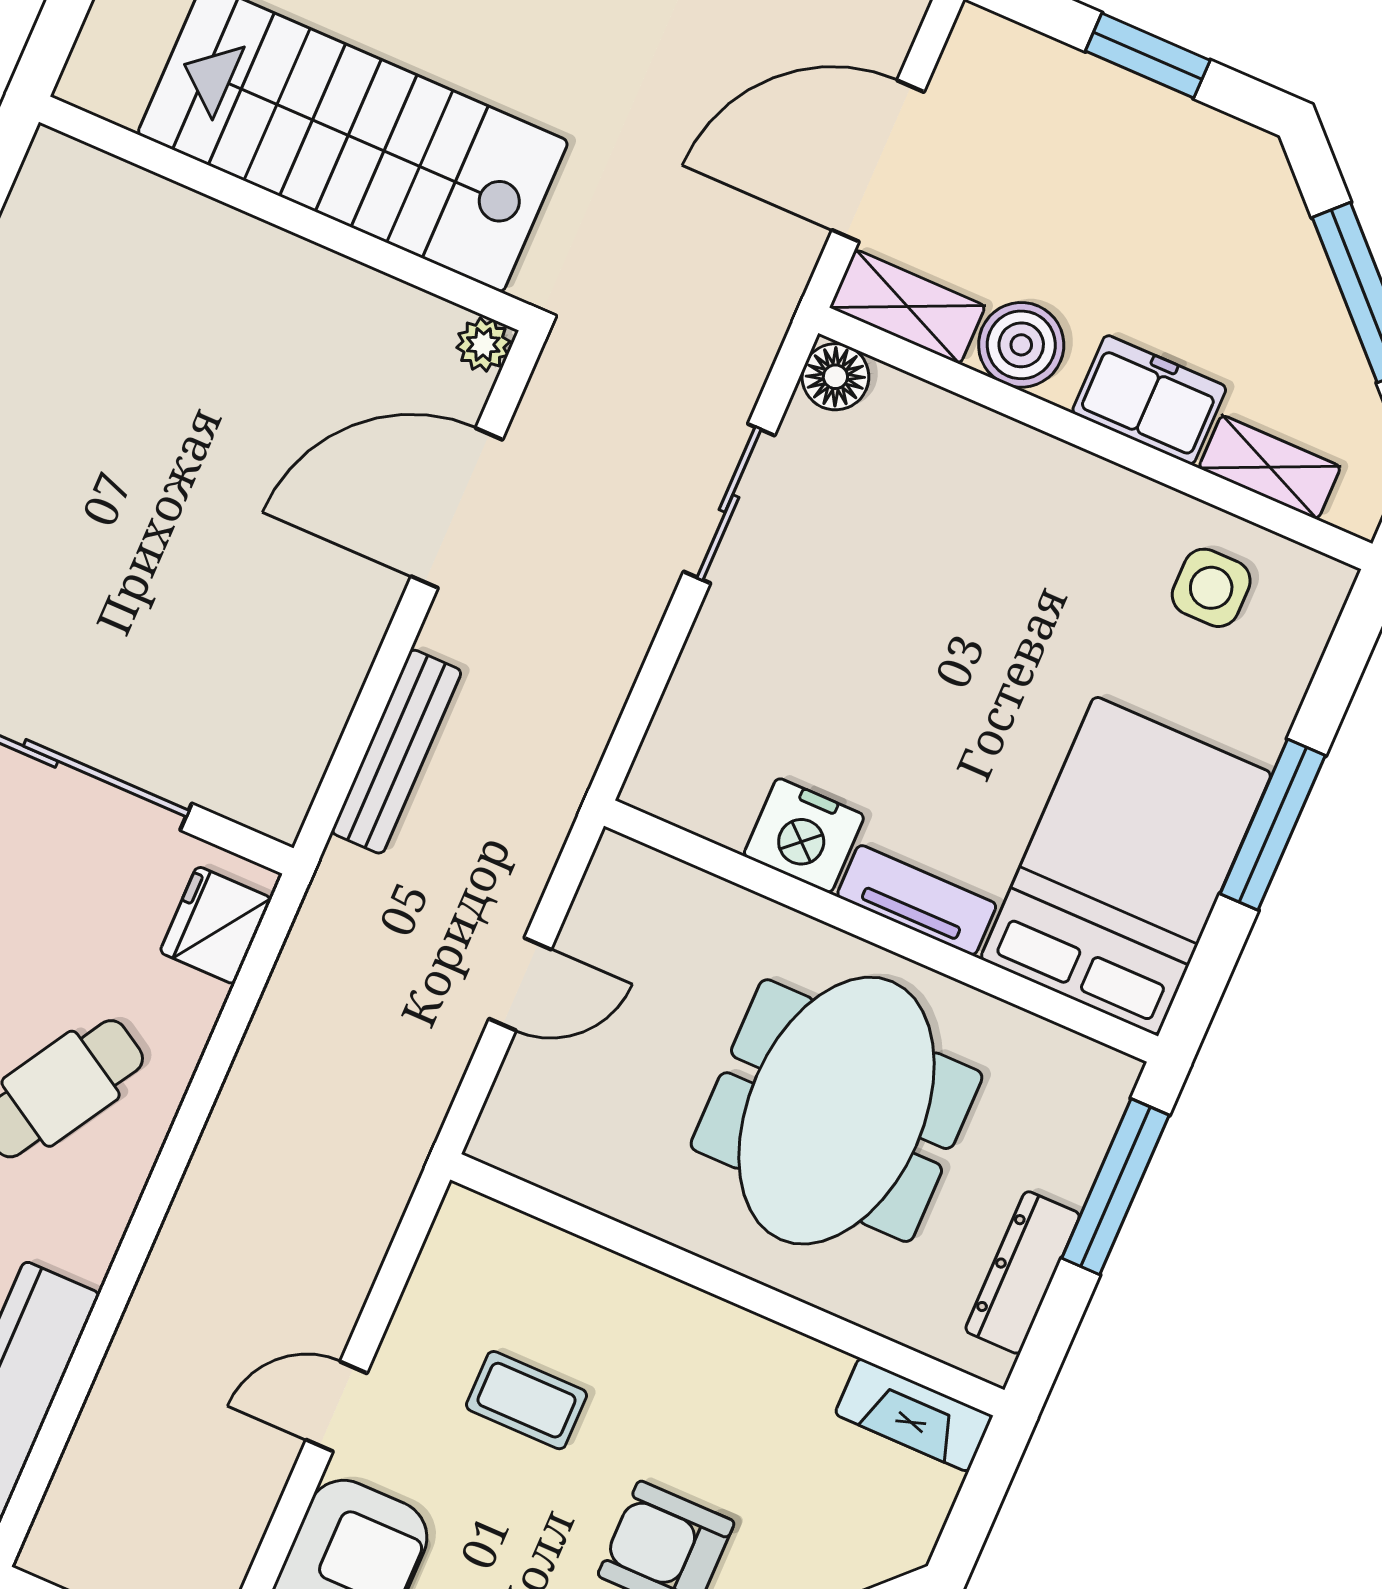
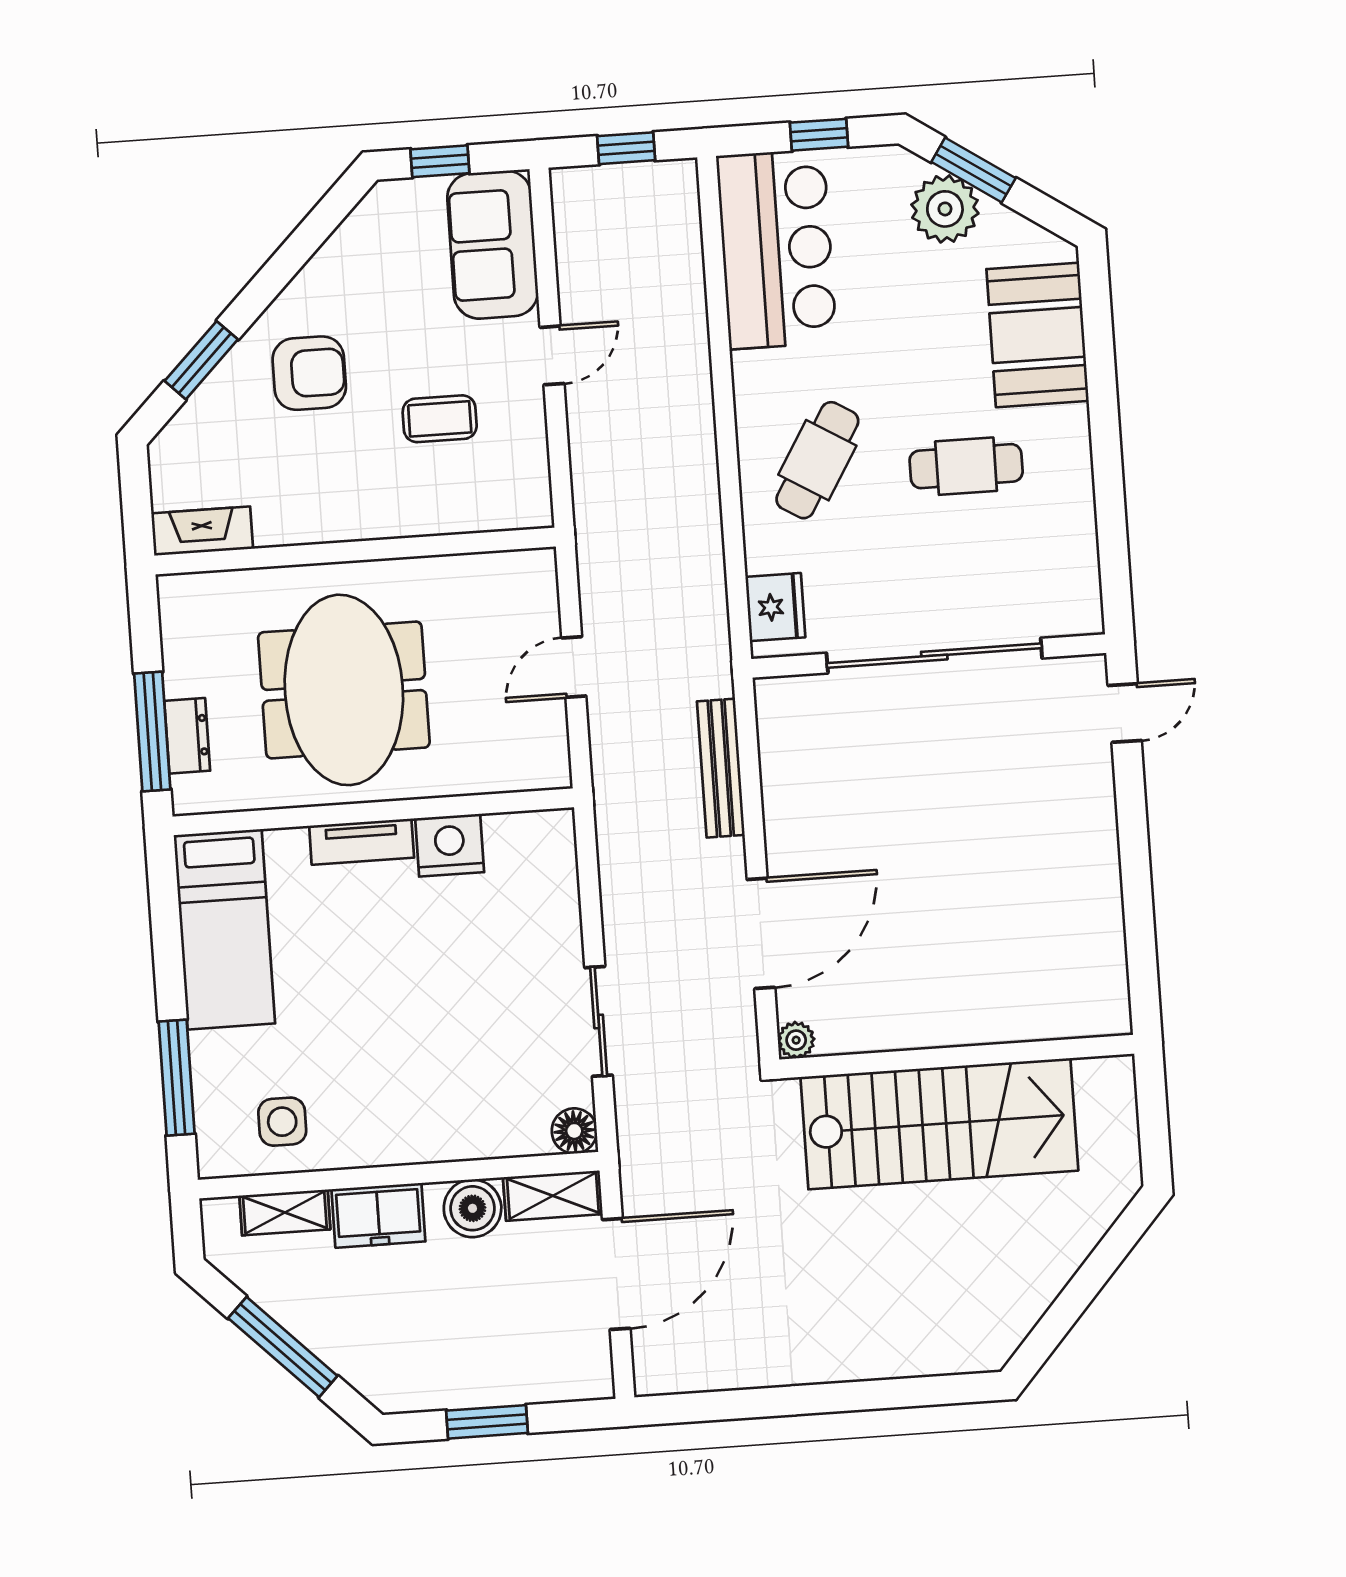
window: (1273, 825) -> (177, 1078), moved
bed: (1126, 866) -> (225, 929), width x0.67
dresser: (1023, 1272) -> (187, 736), moved, width x0.70

